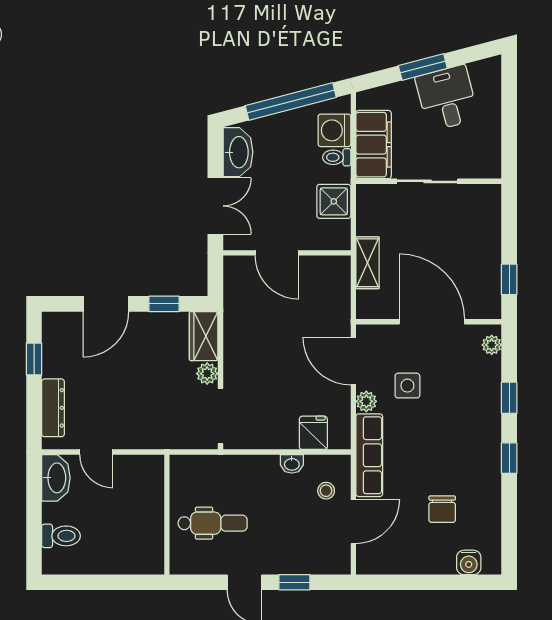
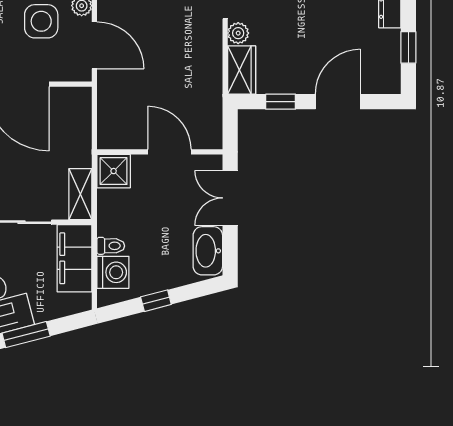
window: (291, 102) -> (156, 301), width x0.32
shower: (334, 201) -> (114, 171), moved
shelving: (368, 263) -> (80, 194), moved
side table: (407, 386) -> (41, 21), width x1.37, depth x1.37

